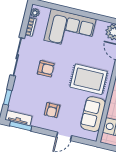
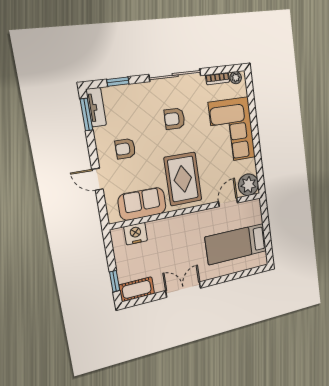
armchair: (46, 69) -> (175, 119), turned 91

